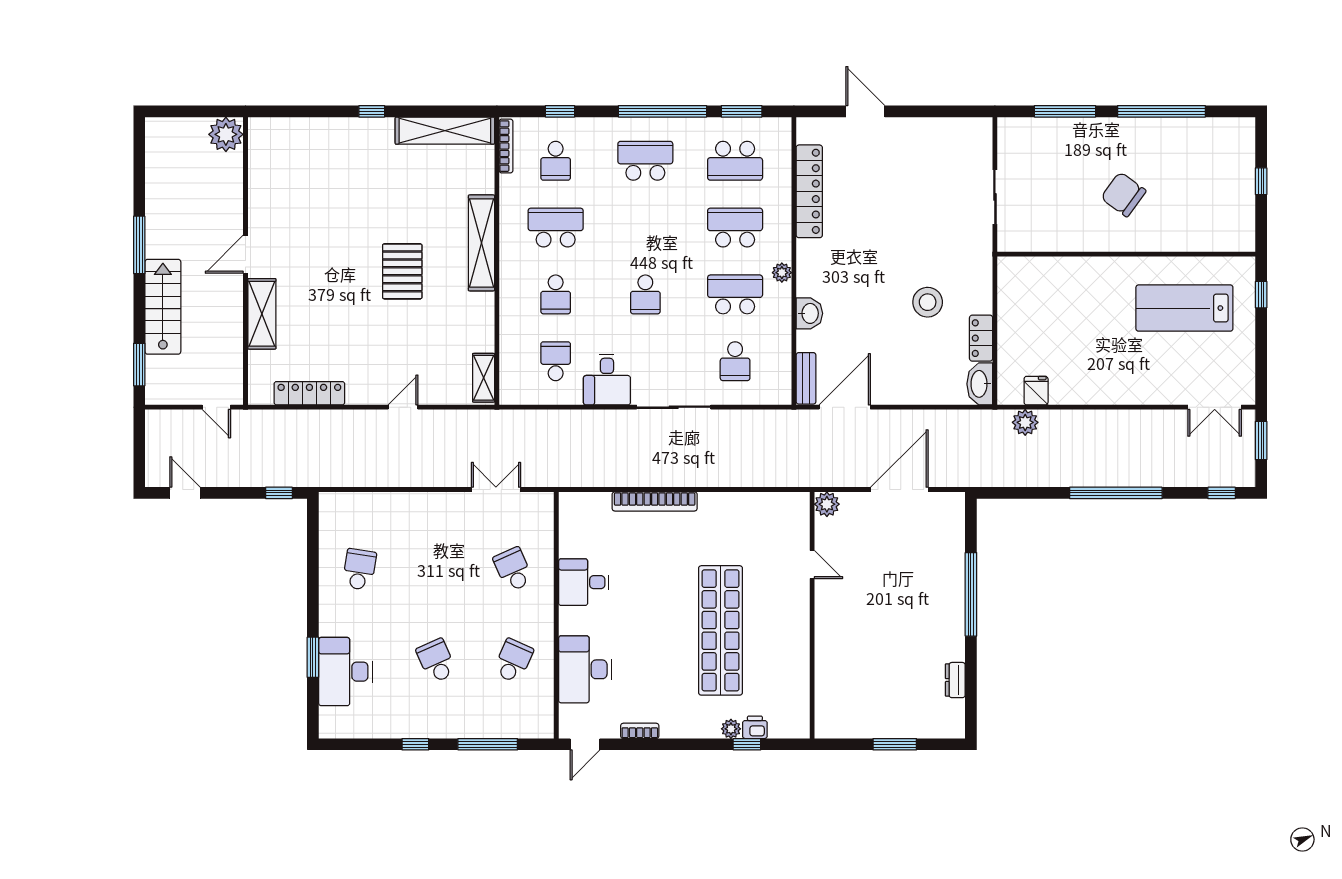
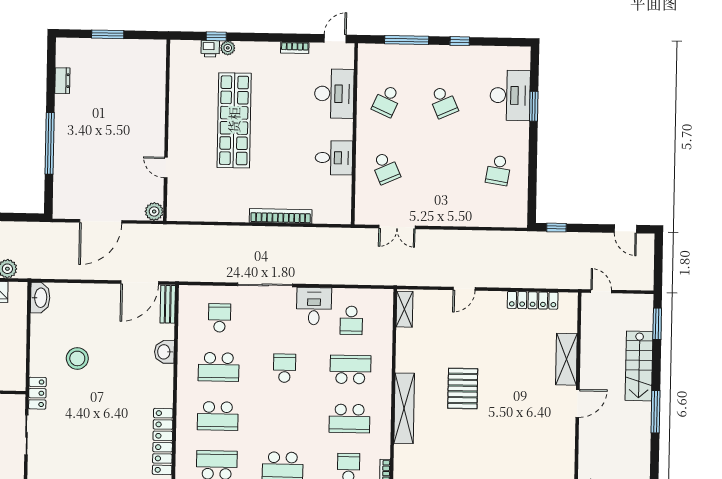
plant: (782, 273) -> (184, 382), removed
school desk: (556, 294) -> (350, 369), width x1.85
locker: (981, 338) -> (37, 393), moved

